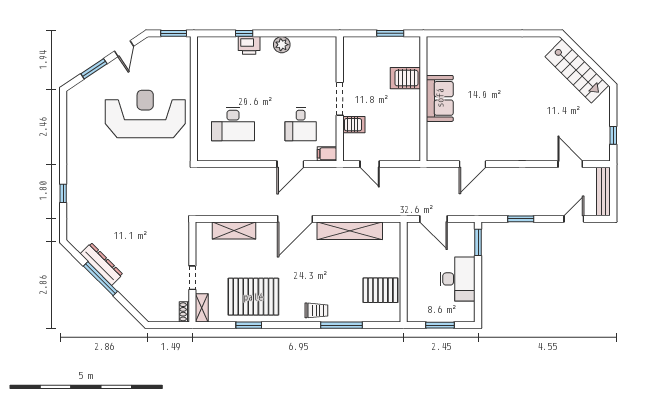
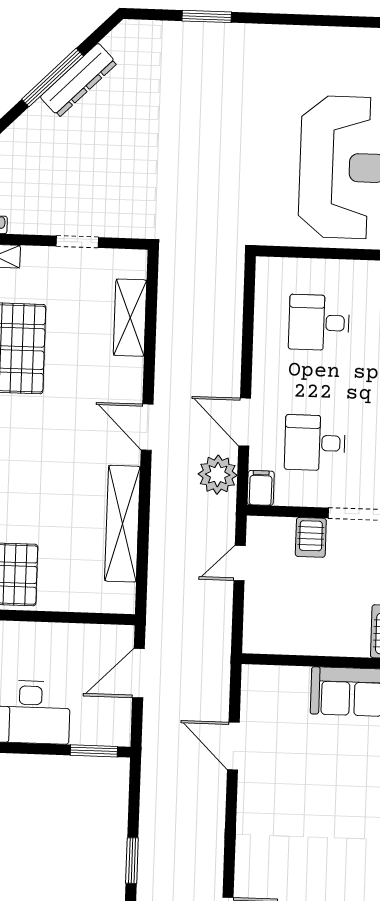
desk: (233, 124) -> (319, 323), width x0.73
plant: (320, 178) -> (218, 475), added
window: (63, 193) -> (207, 16), width x1.50
door: (295, 219) -> (147, 427), width x0.73
window: (521, 219) -> (132, 861), moved
doorway: (192, 278) -> (77, 242), moved

